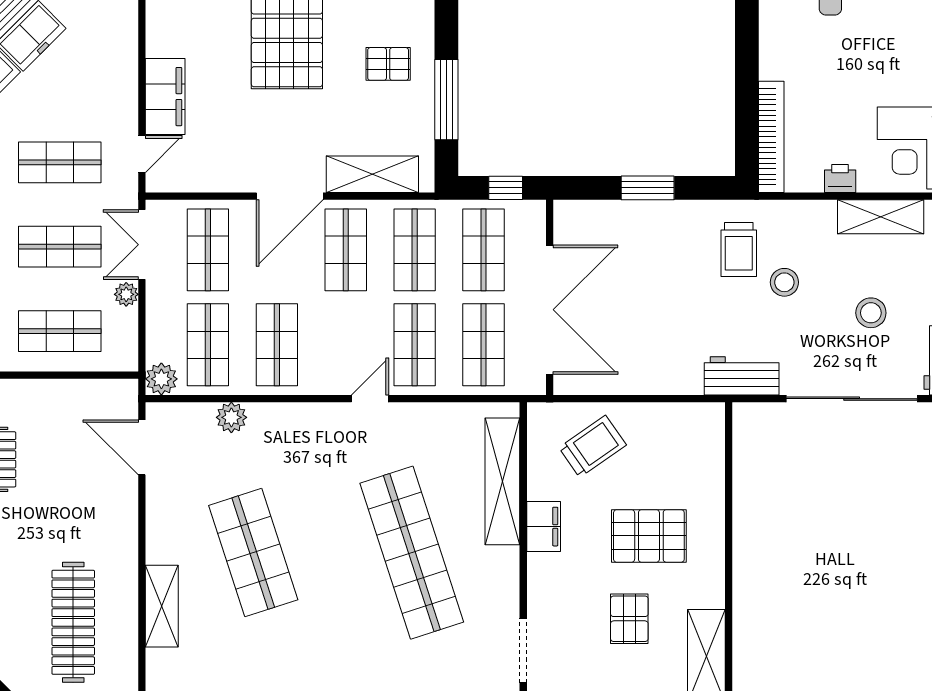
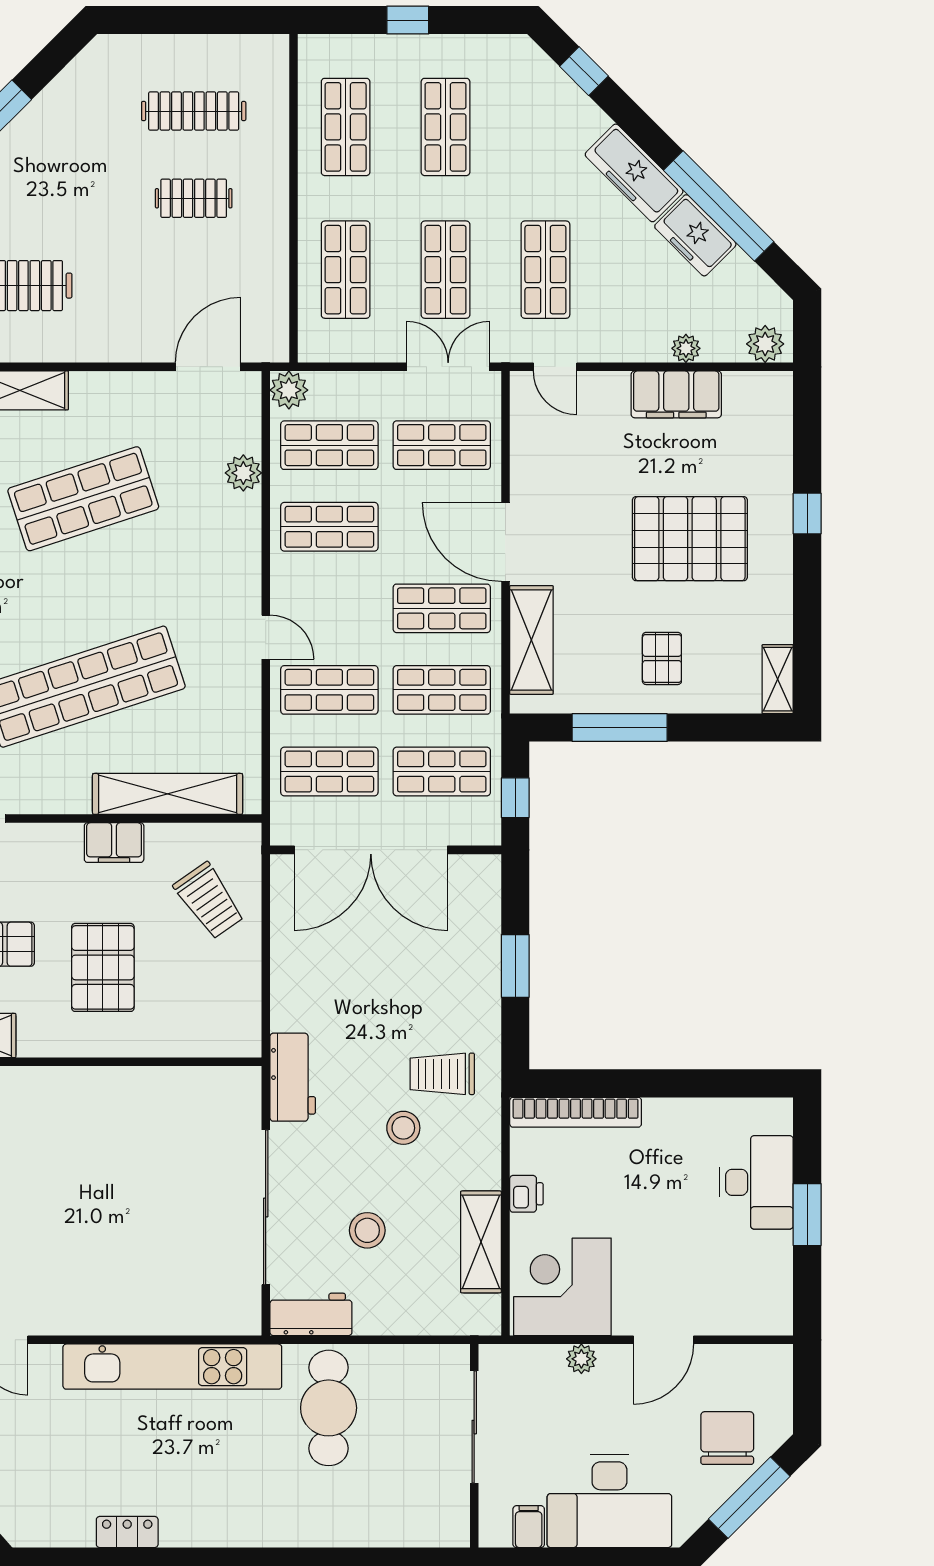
filing cabinet: (165, 97) -> (676, 394), moved
plant: (126, 294) -> (686, 348), moved

